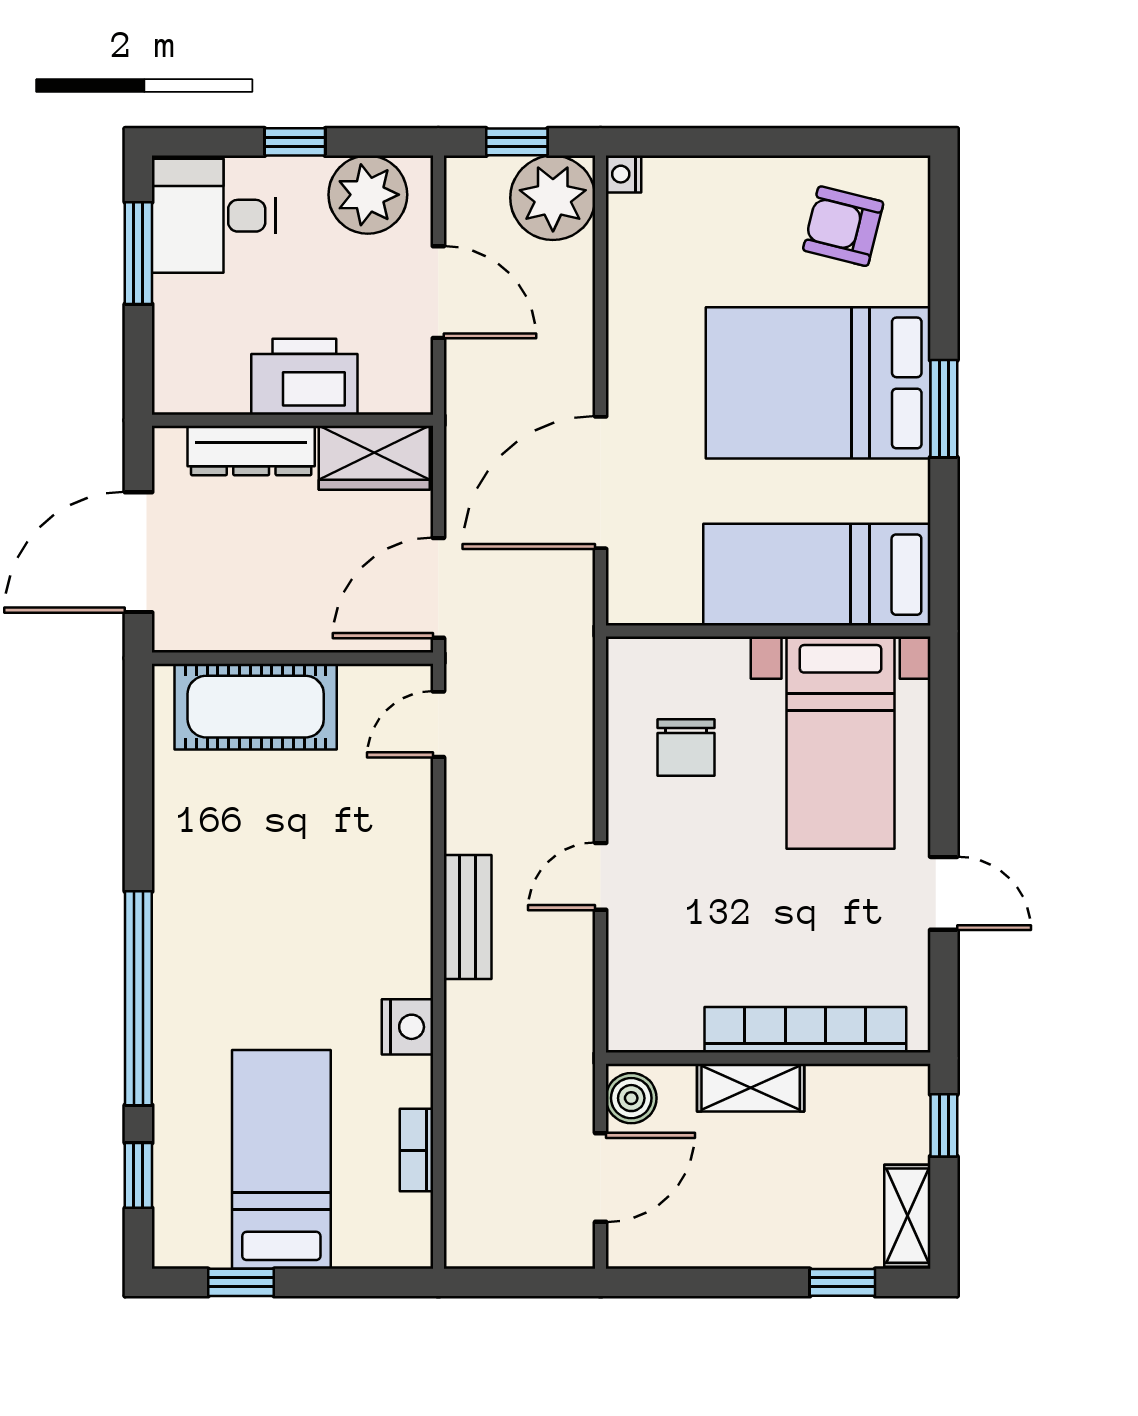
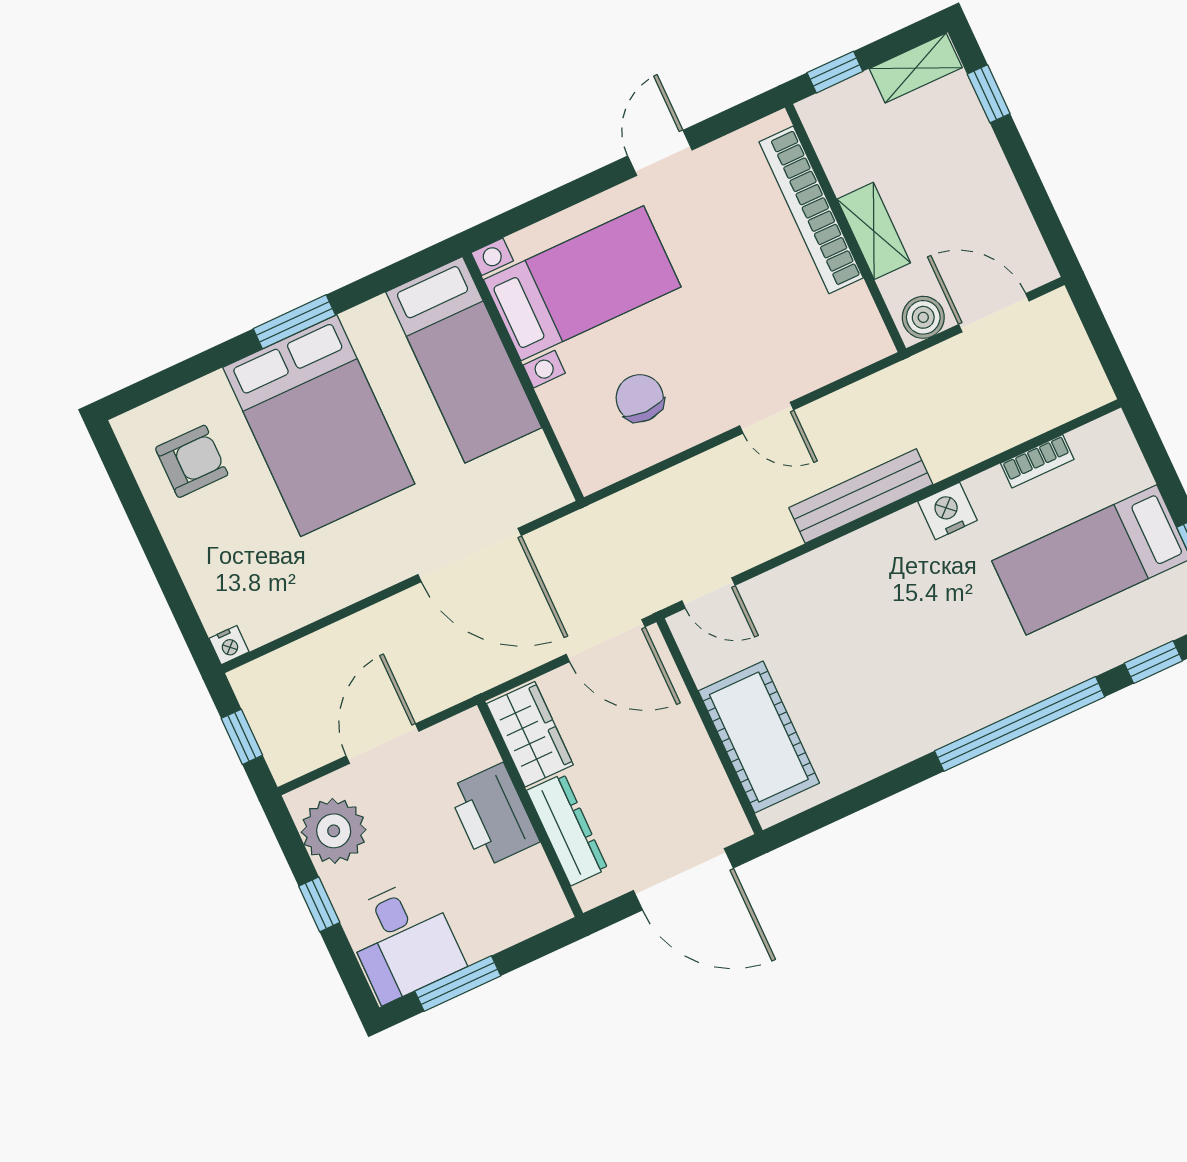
plant: (553, 198) -> (272, 690), removed
armchair: (843, 226) -> (192, 461), turned -104
chair: (686, 748) -> (640, 398), turned -90
bench: (468, 917) -> (861, 496), width x1.36

